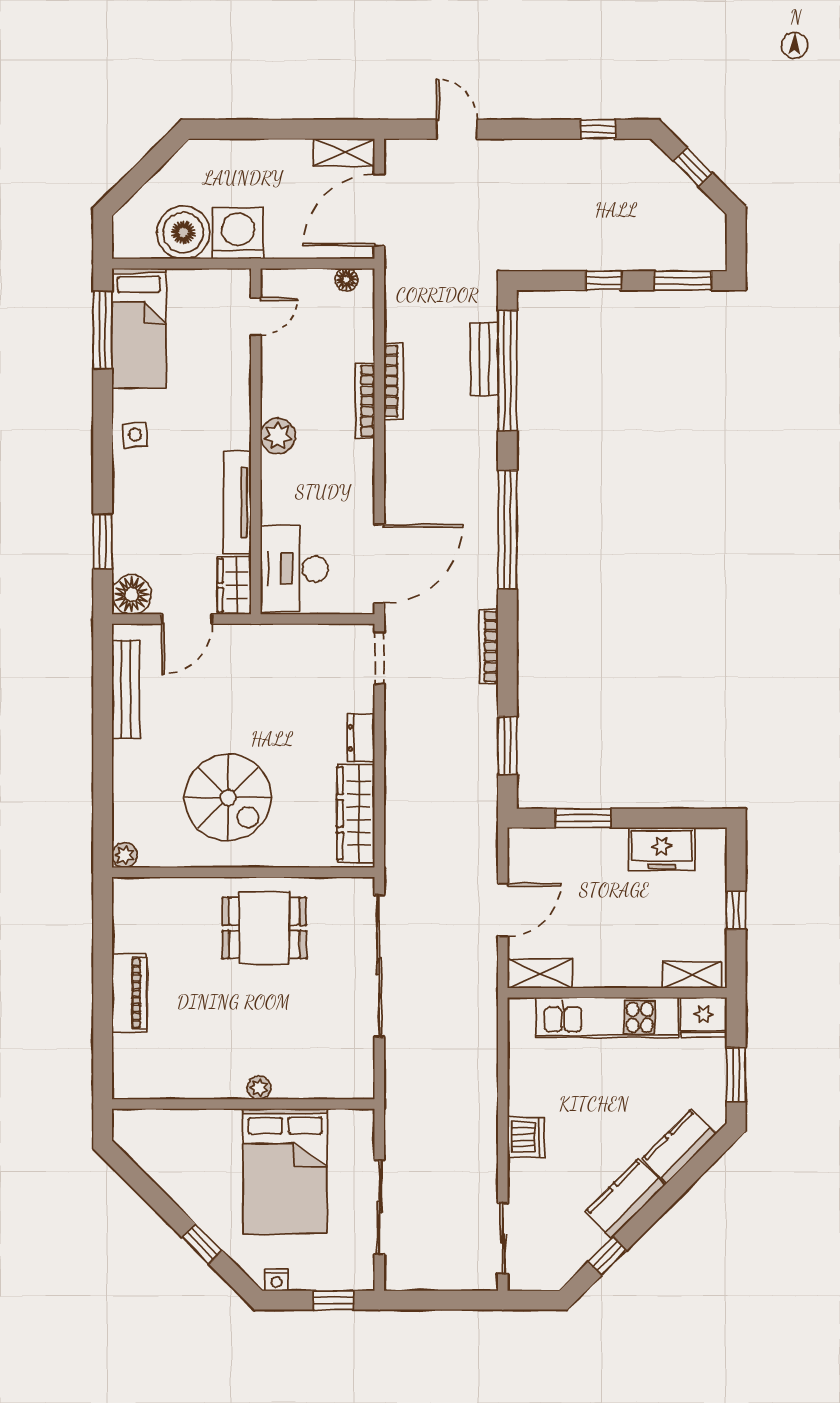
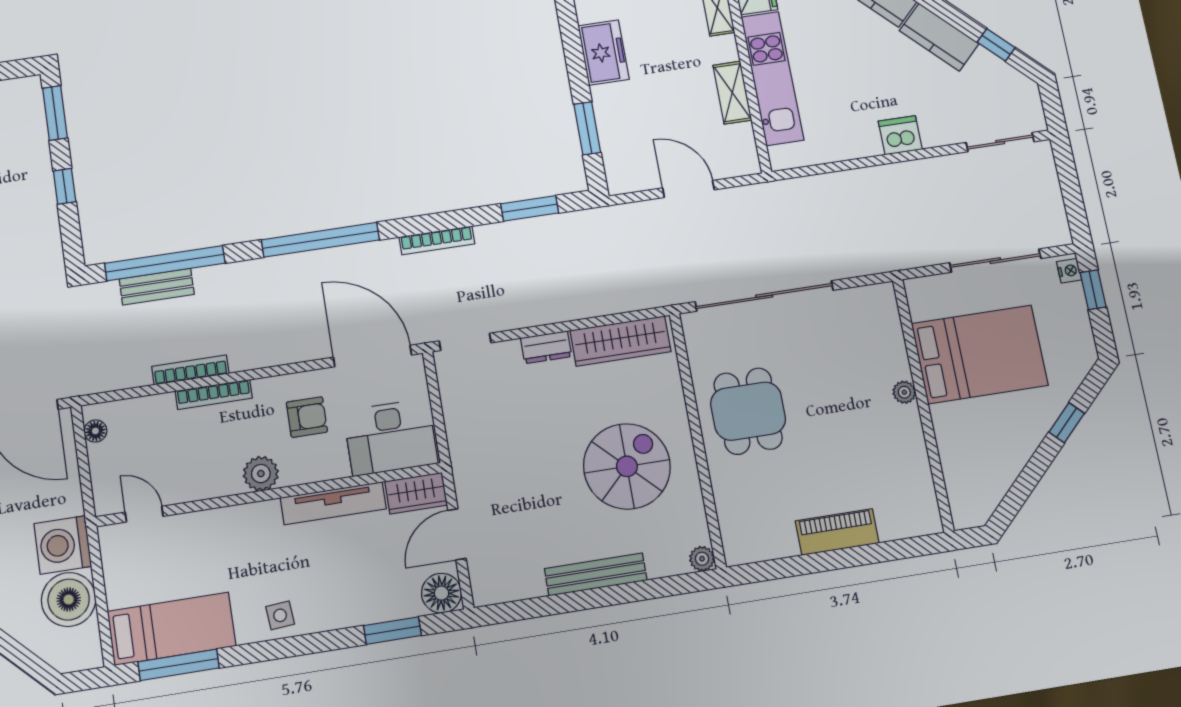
armchair: (328, 489) -> (307, 417), added
door: (187, 619) -> (457, 534), swing flipped
bench: (126, 689) -> (596, 574), moved
shelving: (540, 974) -> (732, 93), moved
nightstand: (277, 1280) -> (1069, 271), moved

